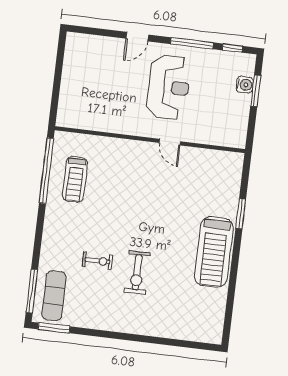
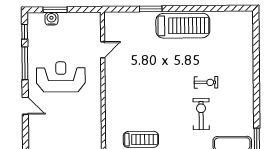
door: (170, 142) -> (103, 50), moved
exercise bike: (98, 261) -> (201, 114), width x1.38, depth x1.39
exercise bike: (137, 272) -> (206, 82), width x0.73, depth x0.72

